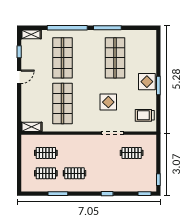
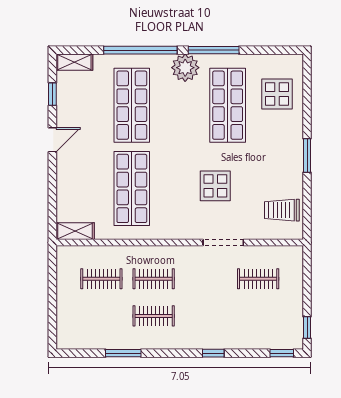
plant: (92, 37) -> (185, 68), added
display table: (147, 82) -> (277, 94), moved
clothes rail: (46, 173) -> (154, 279), moved

